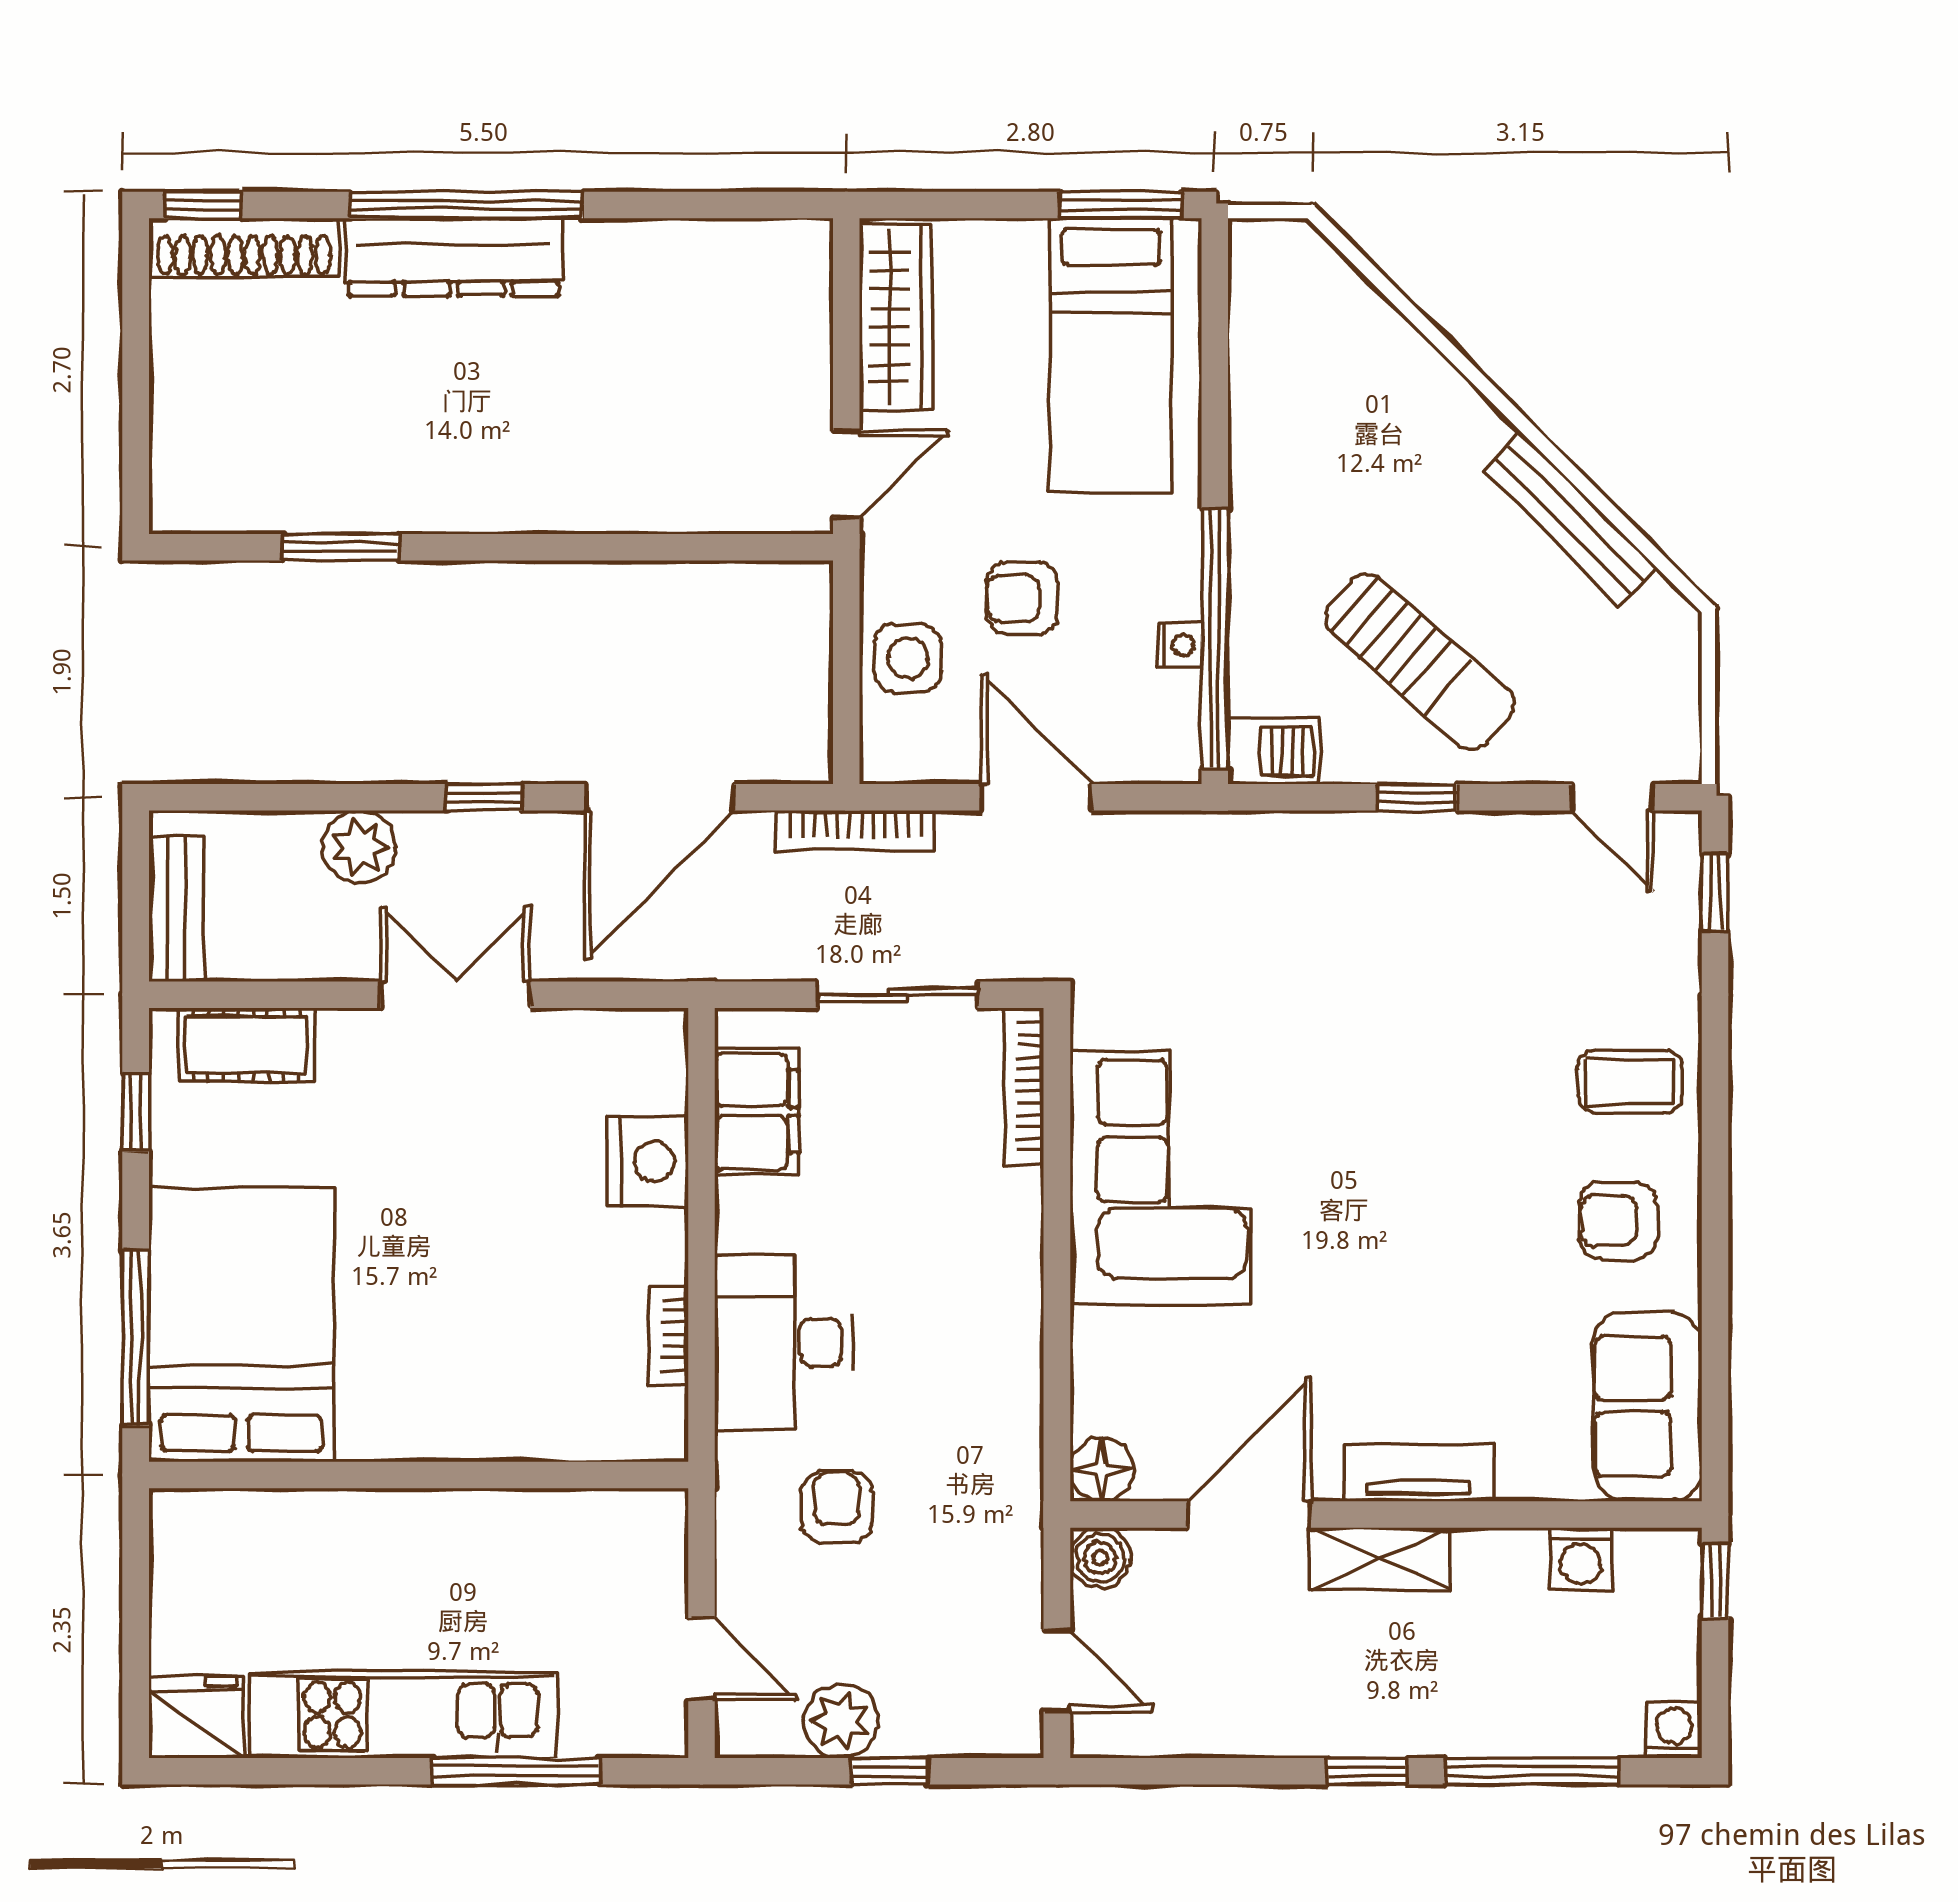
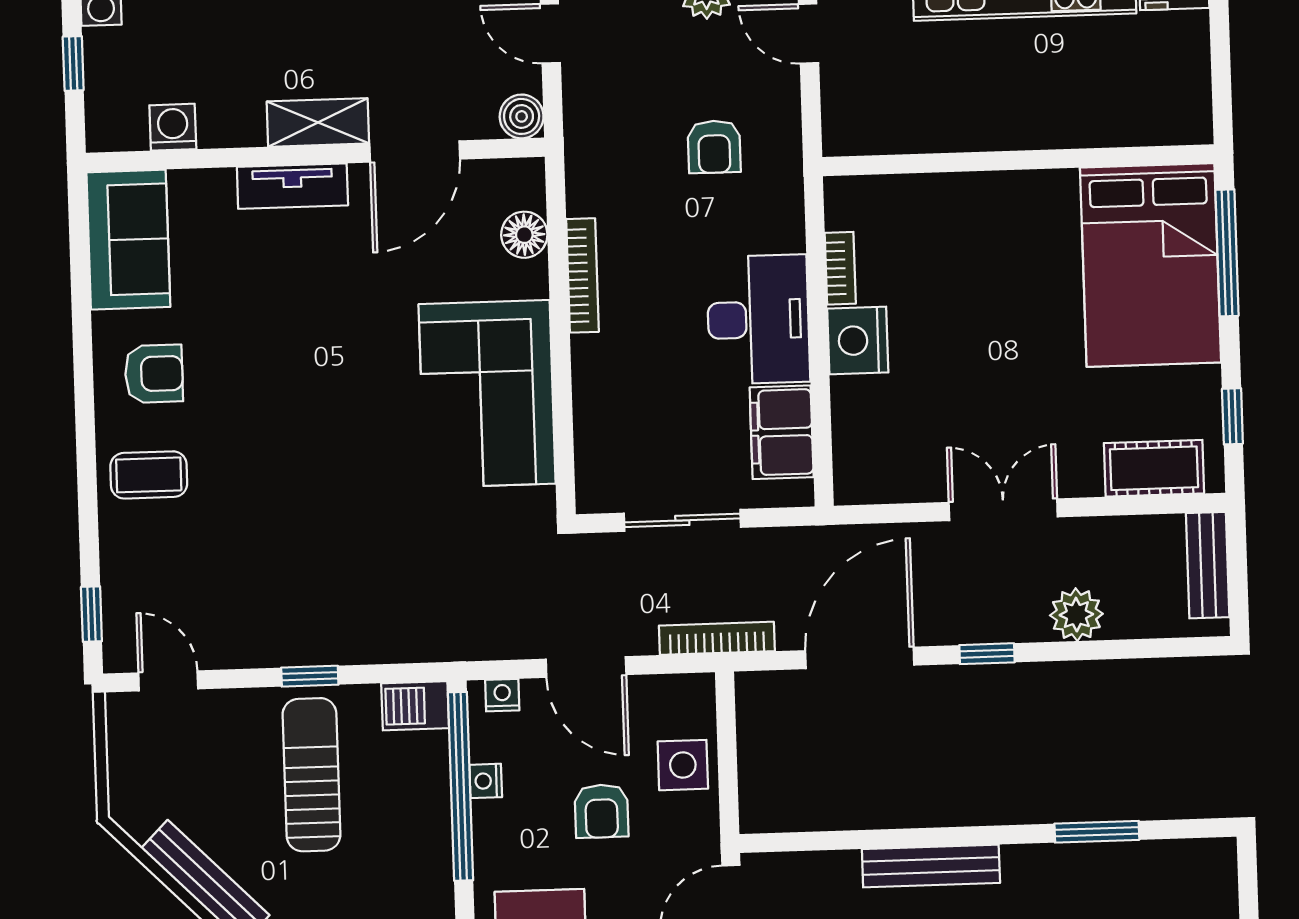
bench: (571, 508) -> (931, 866), added
armchair: (1022, 598) -> (601, 811), turned 90
sun lounger: (1419, 662) -> (311, 775), turned 49
nightstand: (1153, 762) -> (502, 695), added
double door: (455, 995) -> (1003, 510), swing flipped
bookcase: (1024, 1086) -> (582, 275), moved
nightstand: (648, 1161) -> (858, 340), moved
desk: (784, 1342) -> (758, 319), moved
floor lamp: (1102, 1470) -> (524, 235), moved
window: (1715, 1581) -> (73, 63), moved

